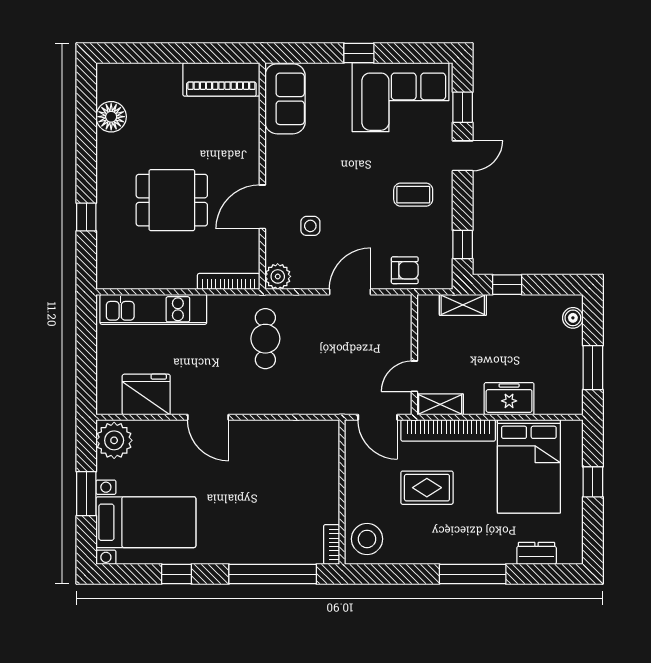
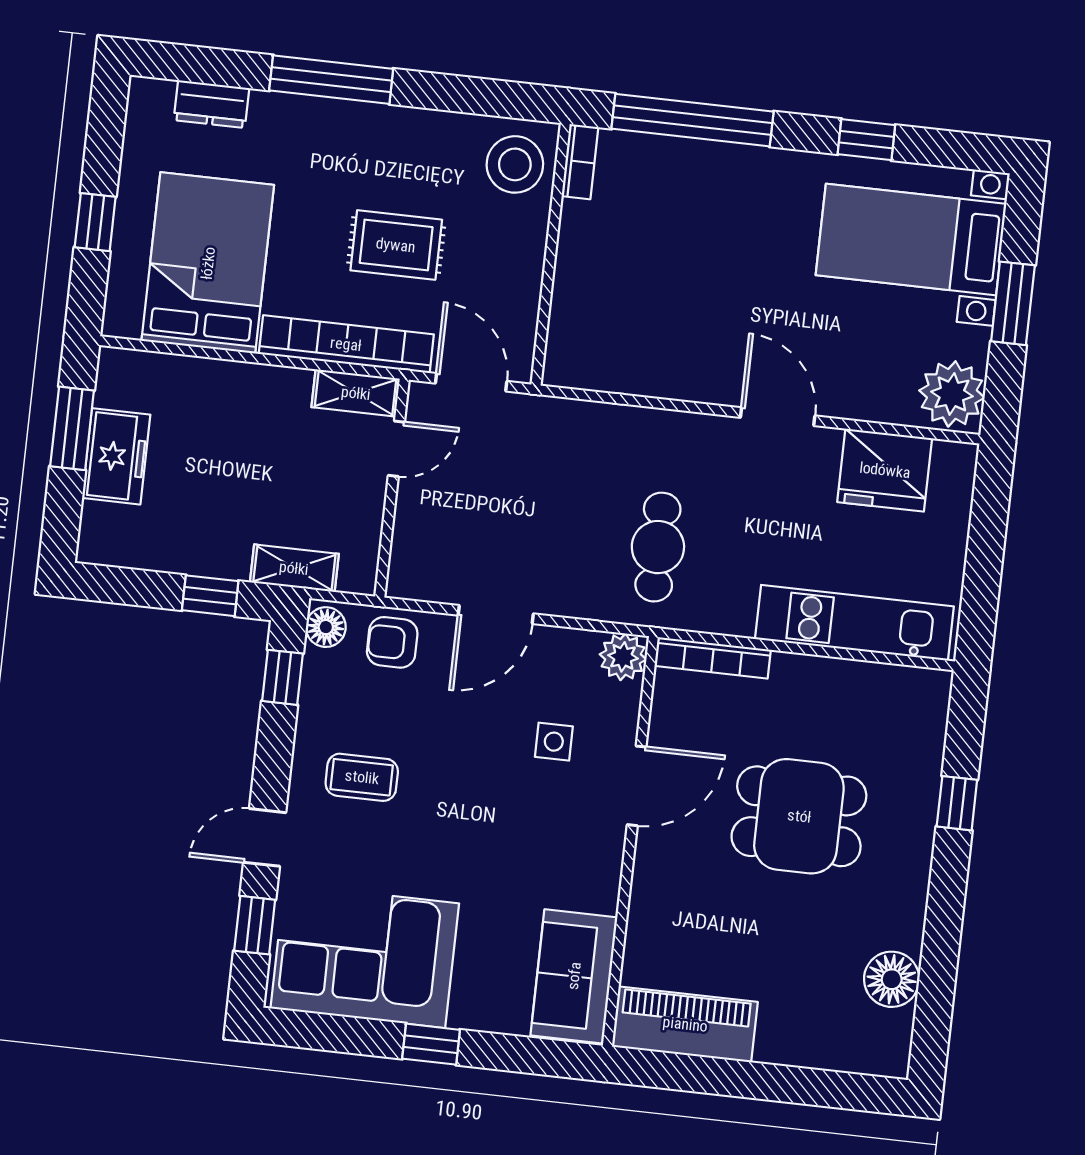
floor lamp: (442, 275) -> (326, 627), added
boiler: (573, 318) -> (98, 522), removed
freezer: (509, 399) -> (116, 456), moved, turned -90

